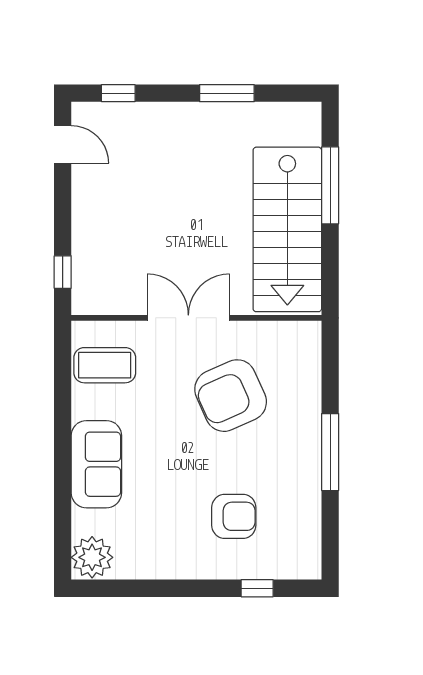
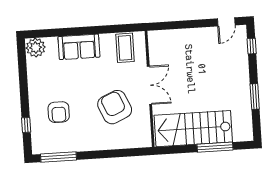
window: (63, 272) -> (167, 26), removed
window: (330, 452) -> (59, 157), moved

